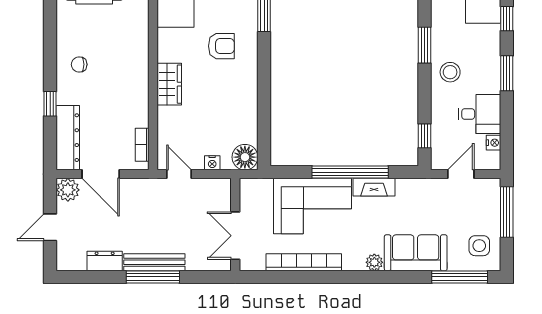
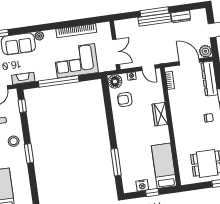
armchair: (221, 46) -> (125, 100), moved
fireplace: (374, 187) -> (23, 78), moved
double door: (235, 236) -> (116, 52), moved

